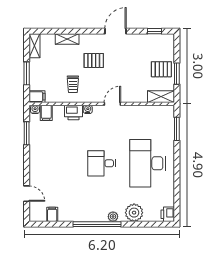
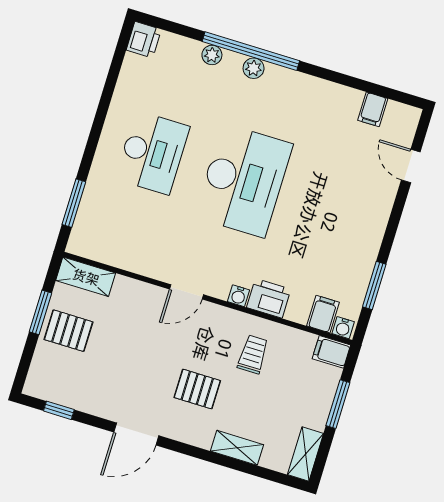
desk: (102, 163) -> (244, 181), width x1.87, depth x1.30
desk: (148, 163) -> (152, 153), width x0.73, depth x0.77
plant: (134, 213) -> (212, 55), width x0.53, depth x0.53
window: (97, 224) -> (251, 51), moved

